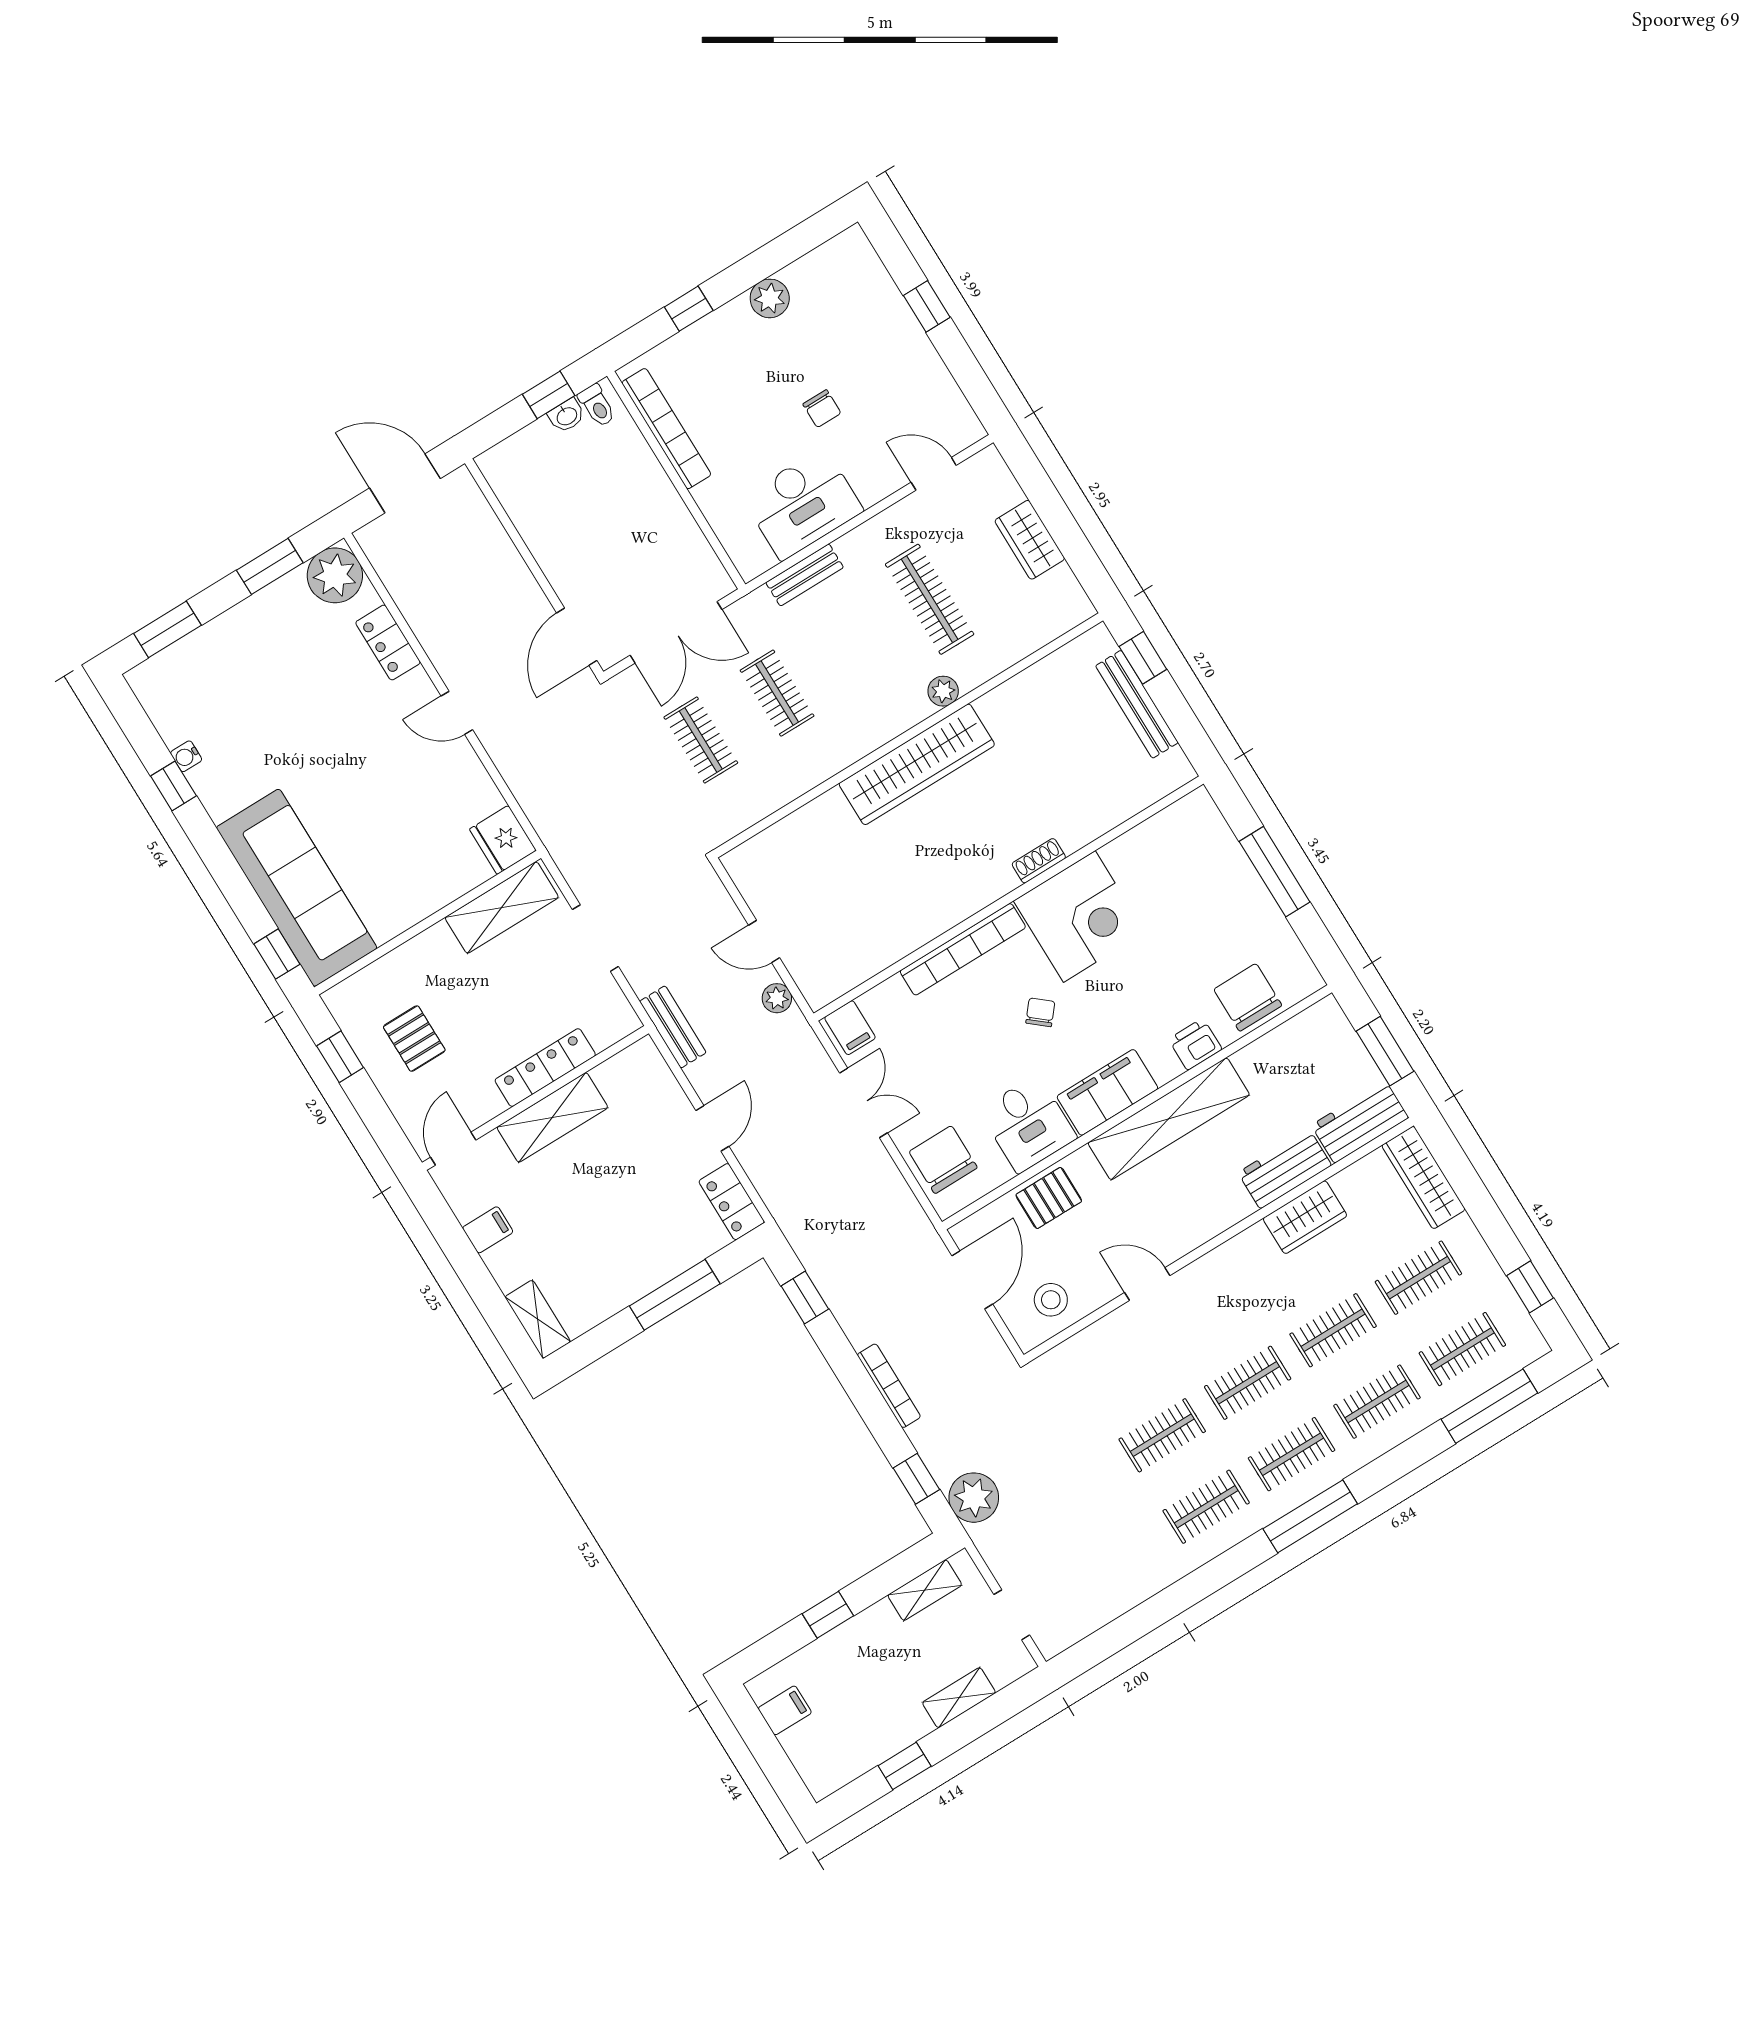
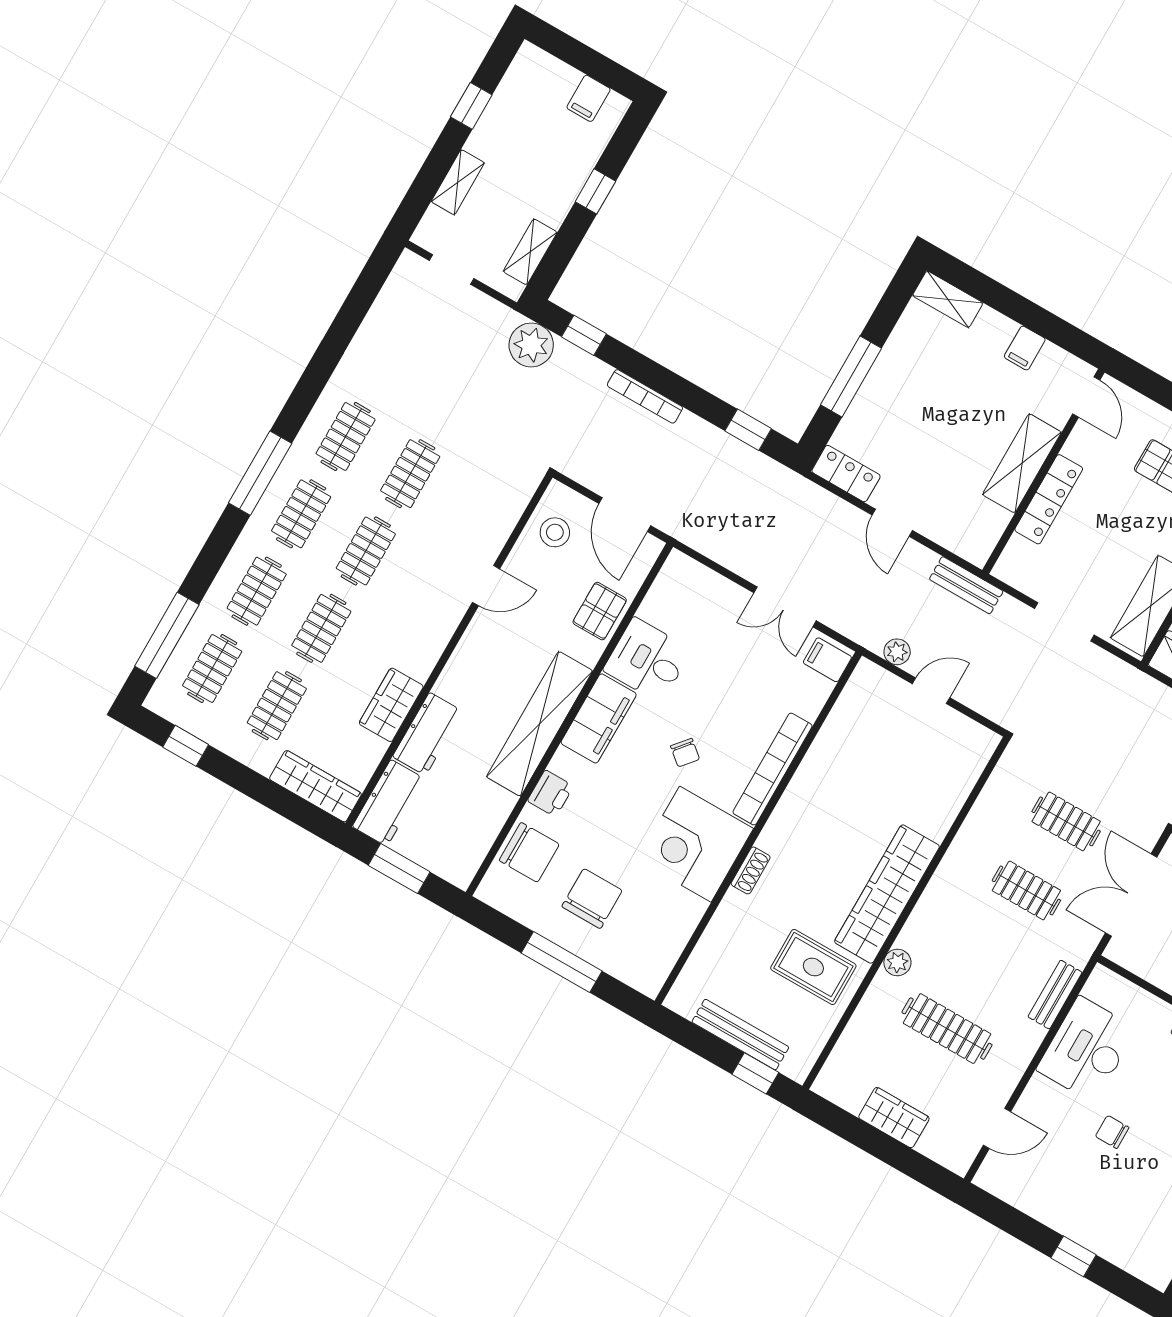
rug: (1029, 732) -> (813, 967), added
chair: (943, 1160) -> (592, 899), moved, turned -90

